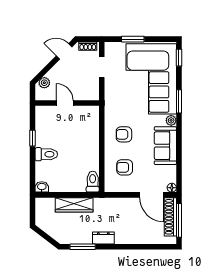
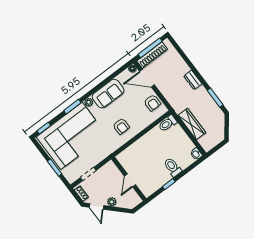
plant: (44, 83) -> (112, 202), moved
armchair: (125, 167) -> (152, 103), moved
door: (152, 195) -> (147, 78), swing flipped
dresser: (103, 238) -> (193, 80), moved

